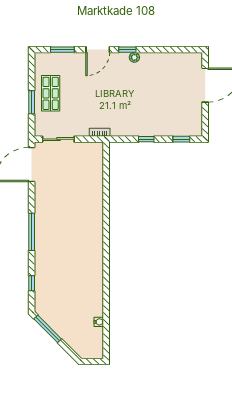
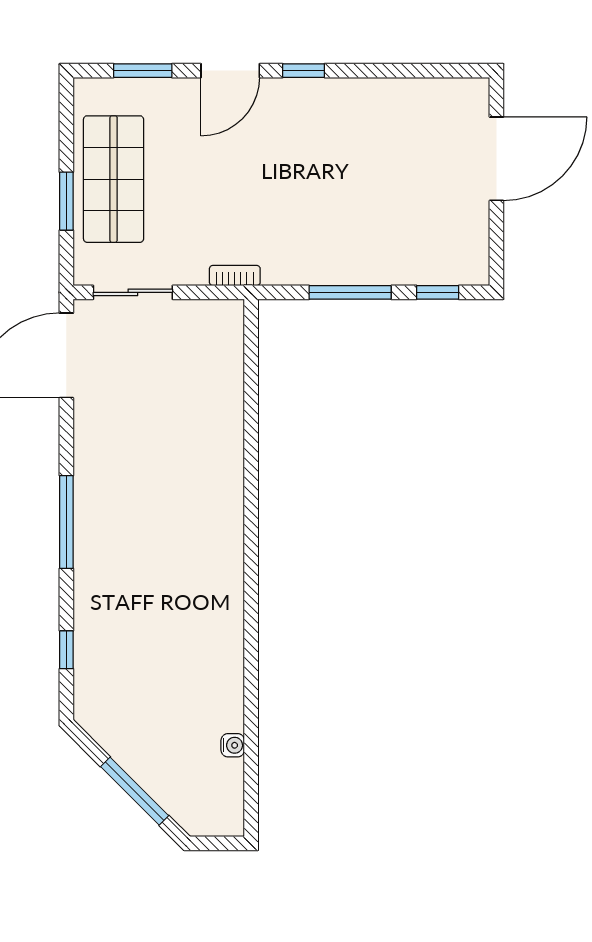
plant: (134, 57) -> (321, 90), removed
shop shelf: (51, 93) -> (114, 179), width x1.43, depth x1.36
window: (146, 139) -> (350, 292), width x2.17
window: (48, 329) -> (135, 791), moved

